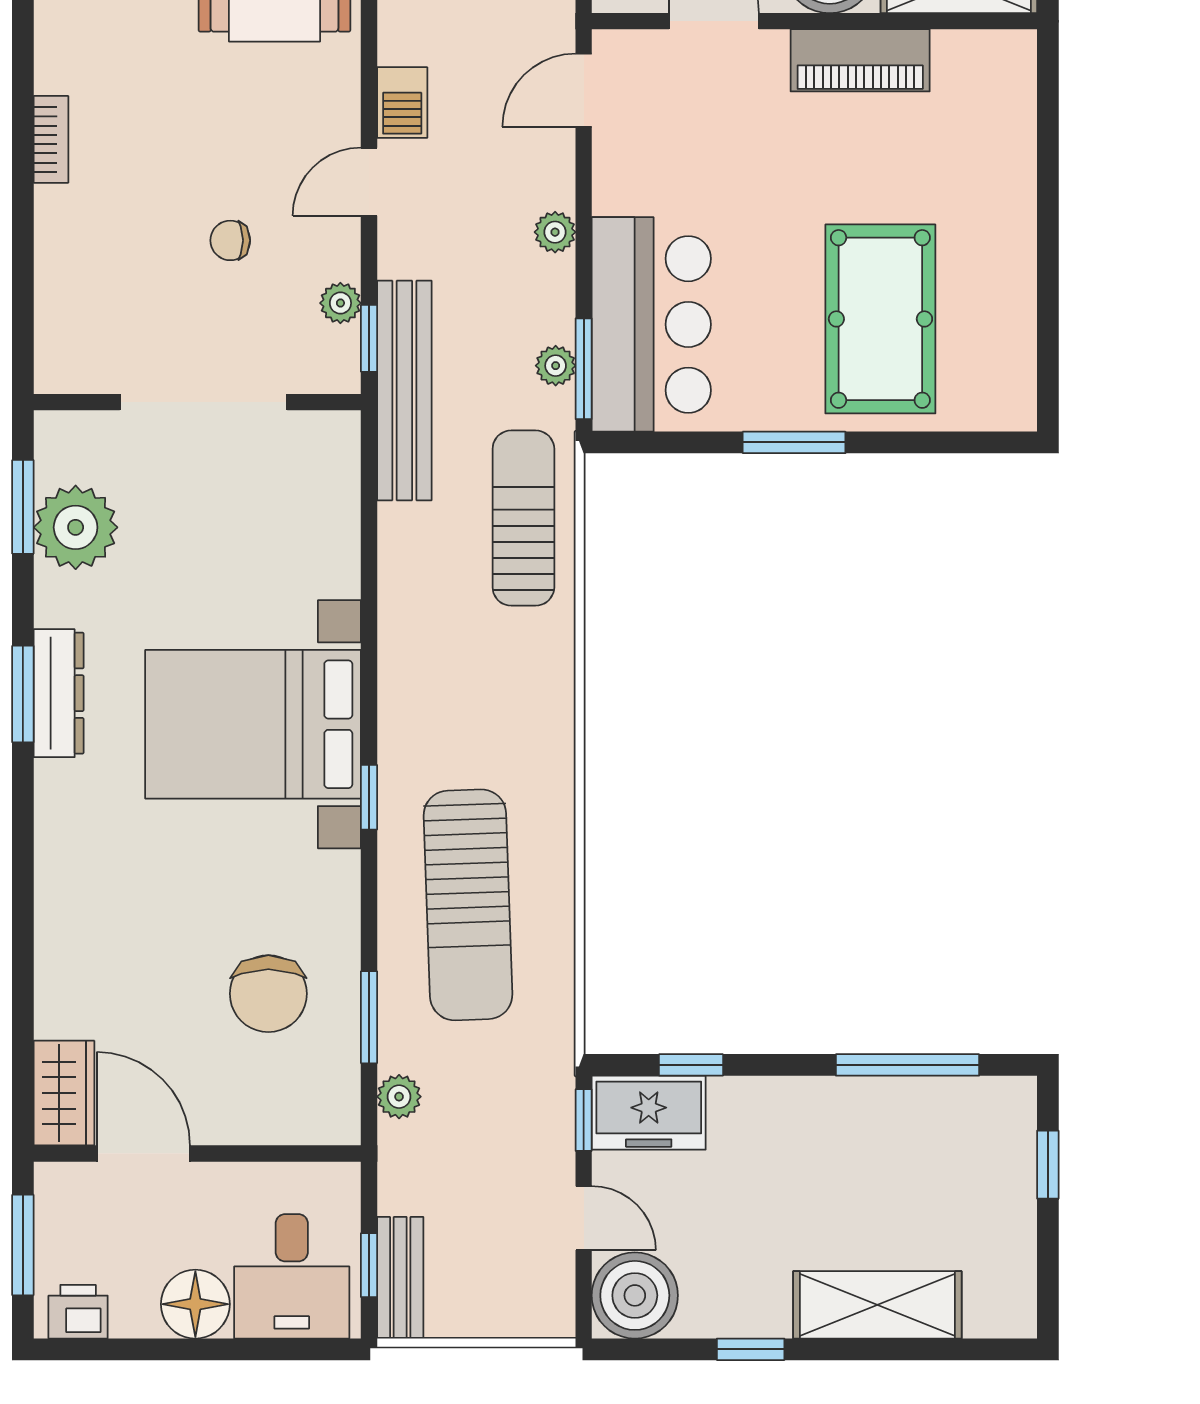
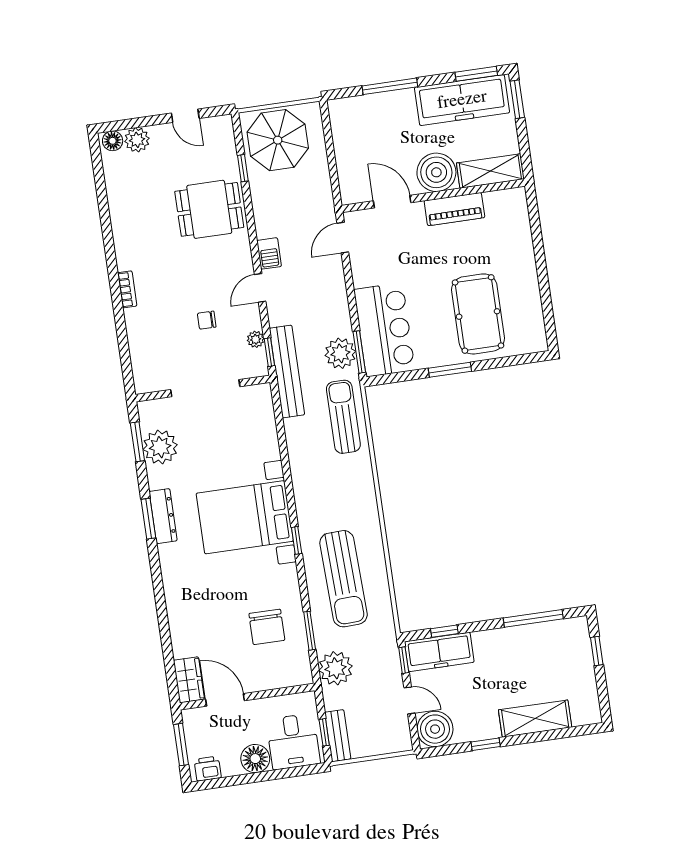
plant: (555, 232) -> (339, 298), removed
plant: (556, 366) -> (340, 353), width x1.87, depth x1.87
plant: (399, 1097) -> (336, 668), width x1.87, depth x1.87
freezer: (649, 1113) -> (439, 652), width x1.40

